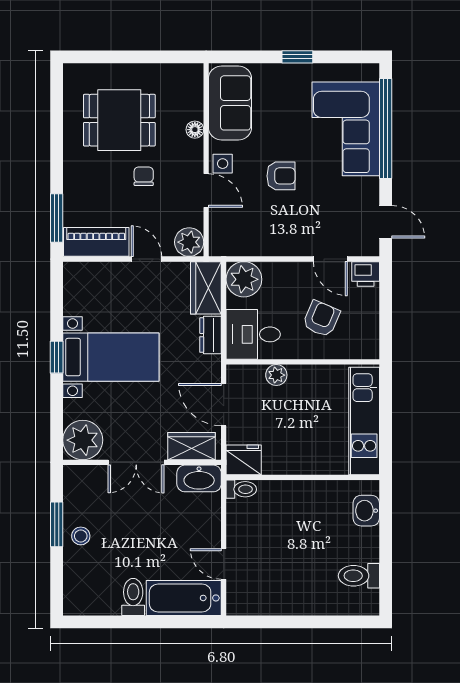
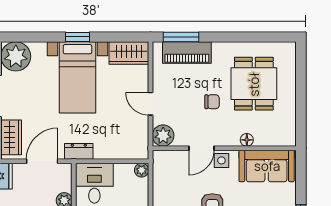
piano: (96, 242) -> (187, 52), moved, turned 90
door: (146, 259) -> (150, 104), swing flipped
plant: (244, 279) -> (142, 170), width x0.53, depth x0.53
wardrobe: (206, 288) -> (129, 53), moved, turned 180
dresser: (210, 335) -> (79, 151), moved

